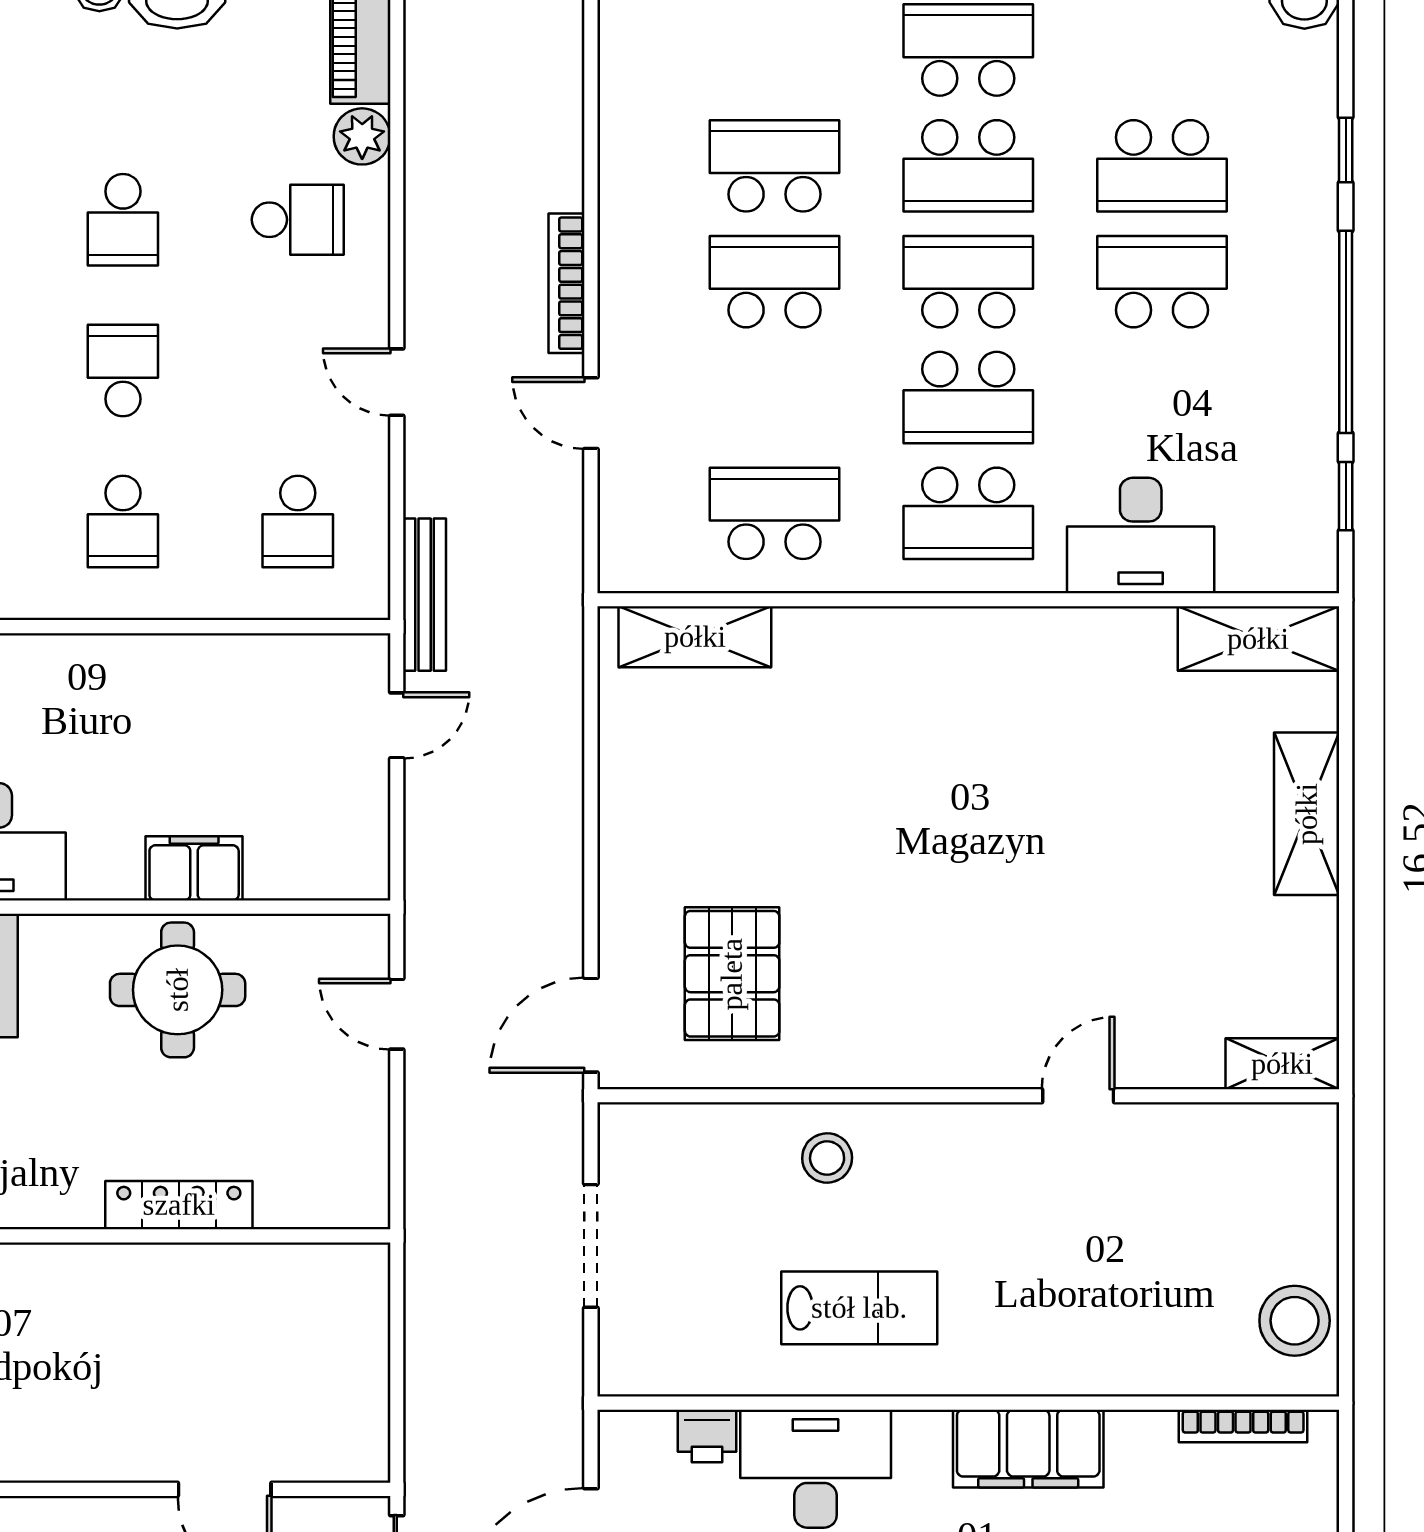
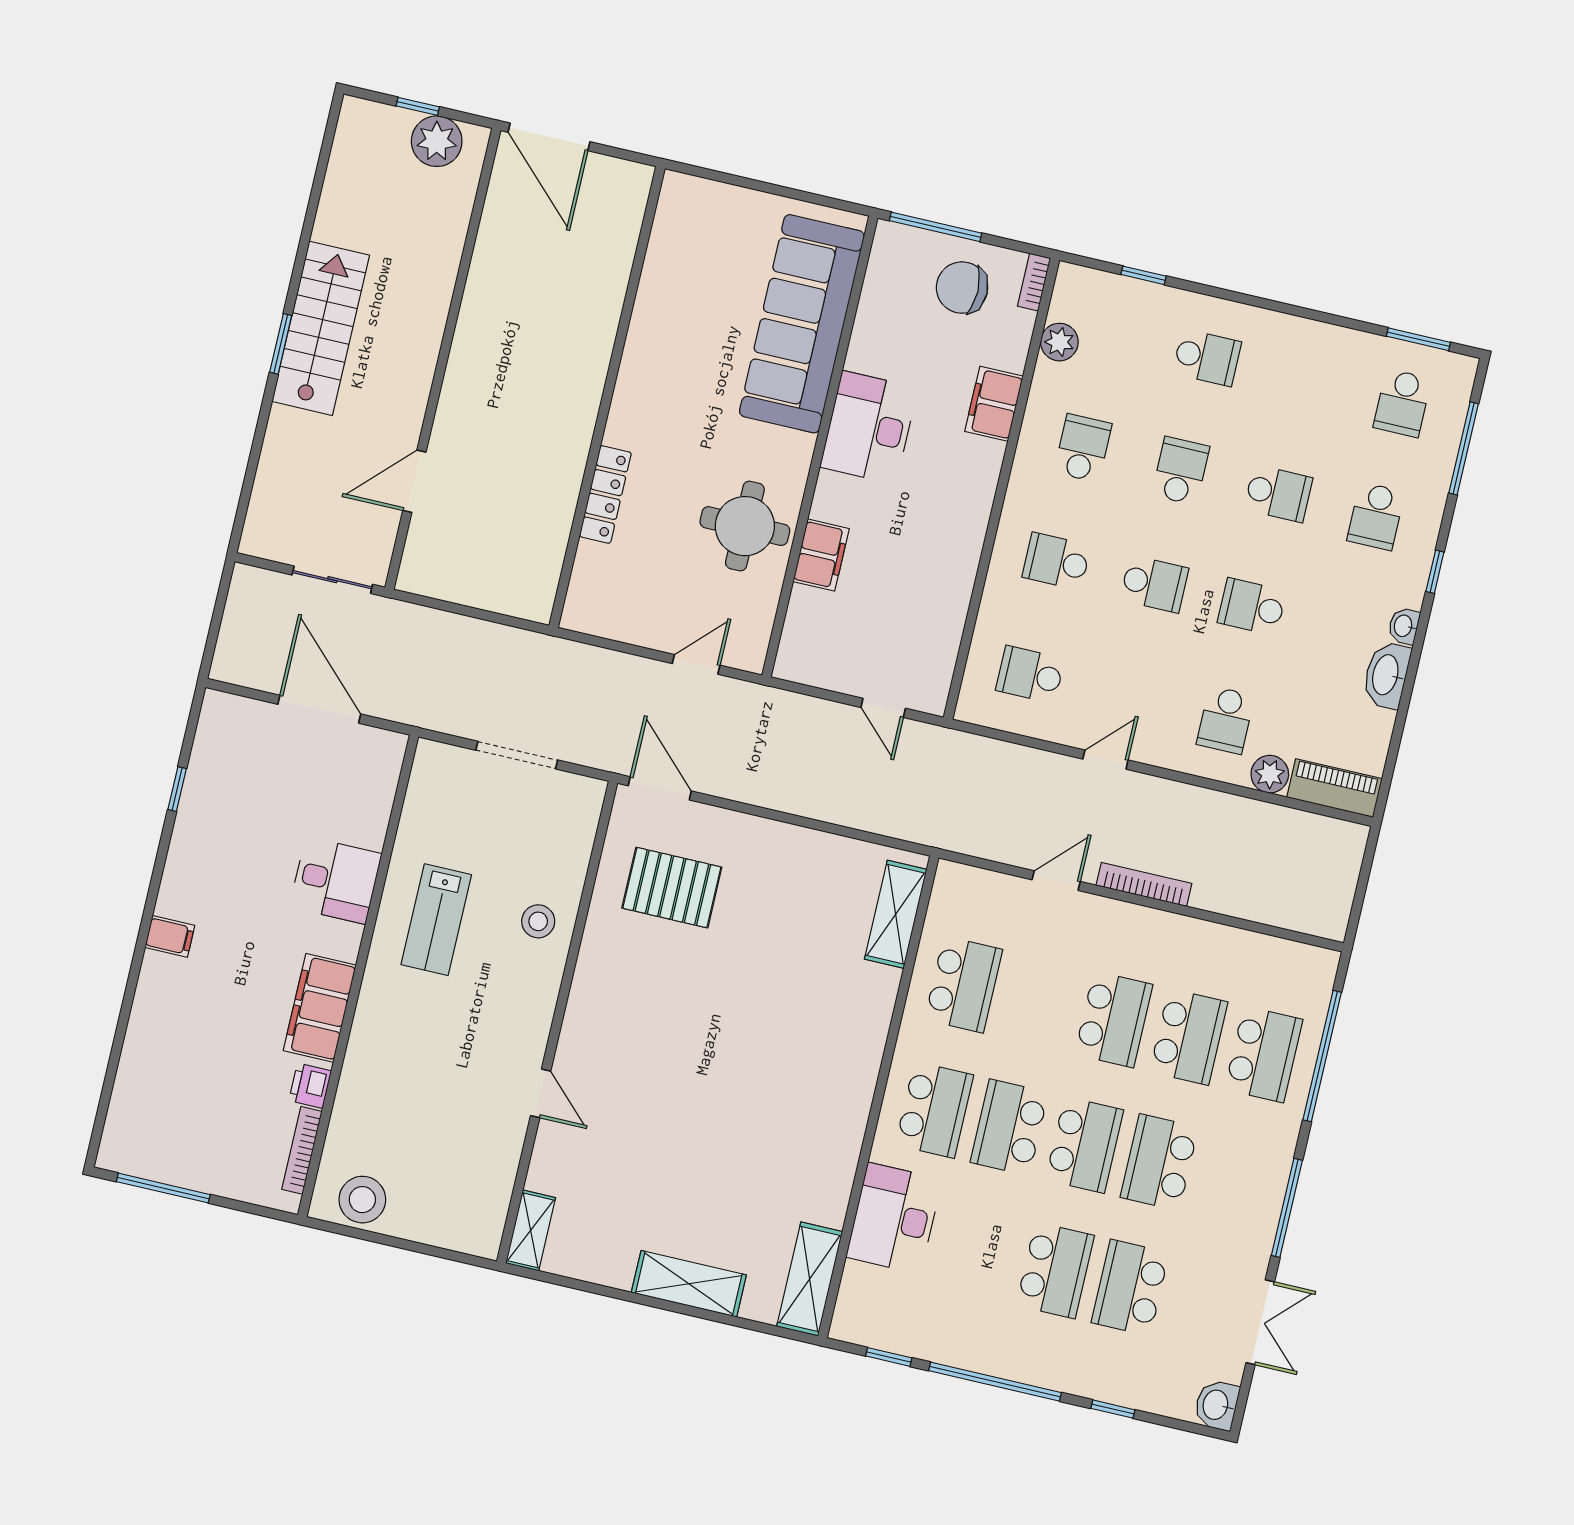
school desk: (968, 50) -> (1264, 1054), moved
school desk: (968, 513) -> (934, 1110), turned 180
bench: (425, 595) -> (964, 746), removed
printer: (707, 1436) -> (310, 1086), moved
desk: (816, 1469) -> (336, 880), width x0.73

